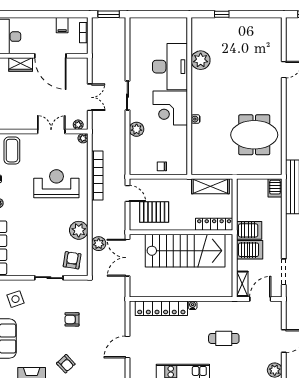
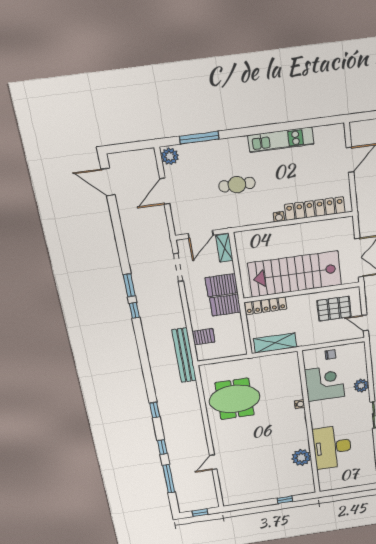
corner desk: (170, 108) -> (325, 383), moved
server rack: (275, 188) -> (203, 337), moved, turned 90

